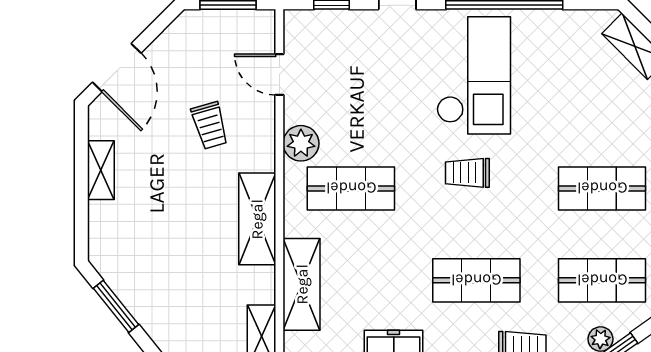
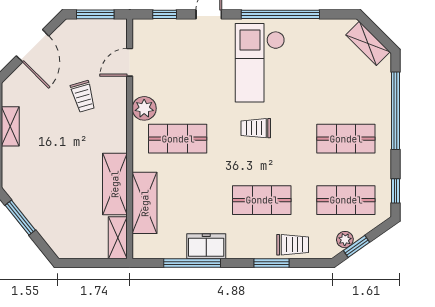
door: (117, 68) -> (33, 46), moved
door: (279, 74) -> (130, 62), hinge flipped
checkout: (474, 75) -> (260, 63), turned 180
shelving: (257, 219) -> (115, 184), moved

